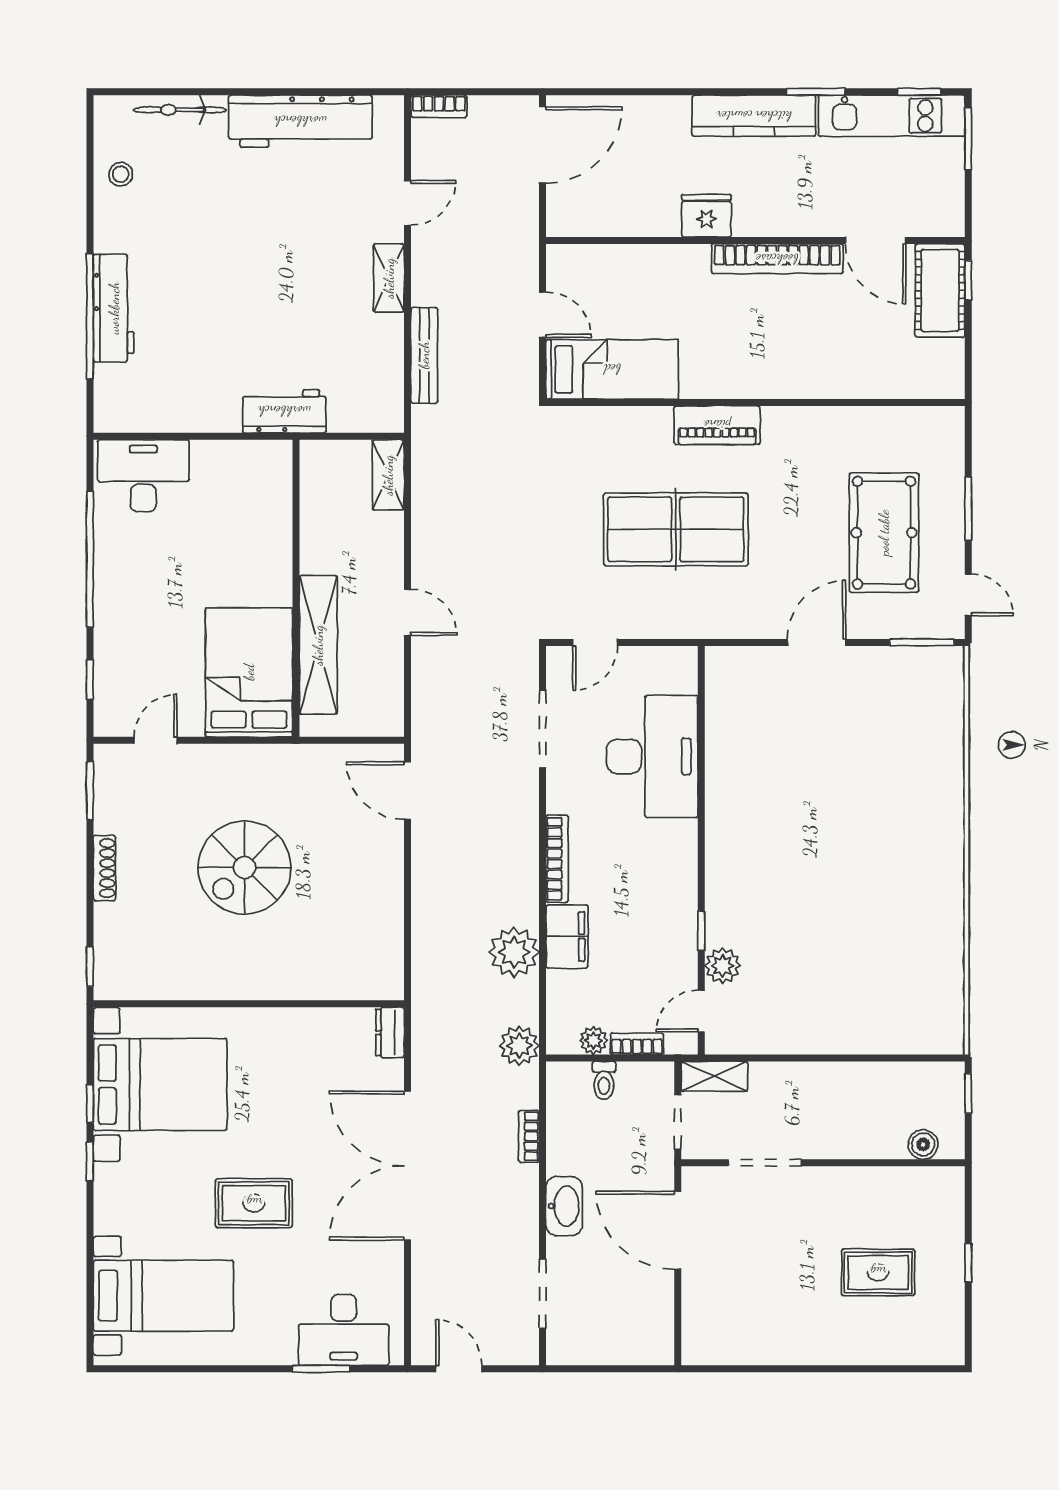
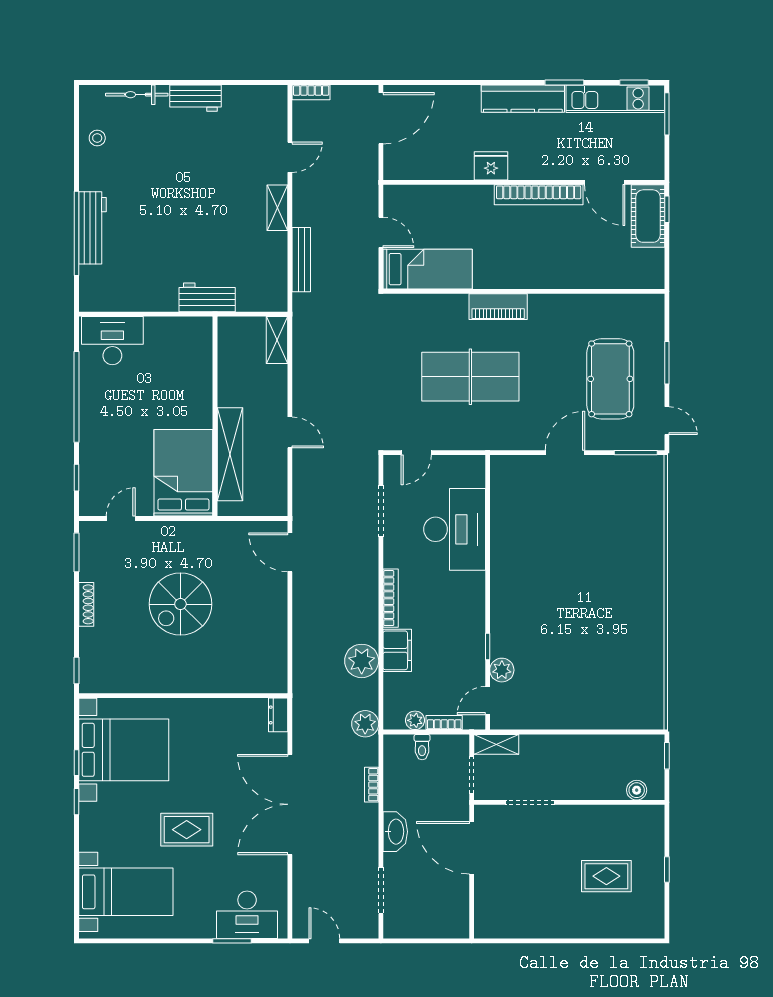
workbench: (300, 121) -> (195, 98), width x0.53, depth x0.76

